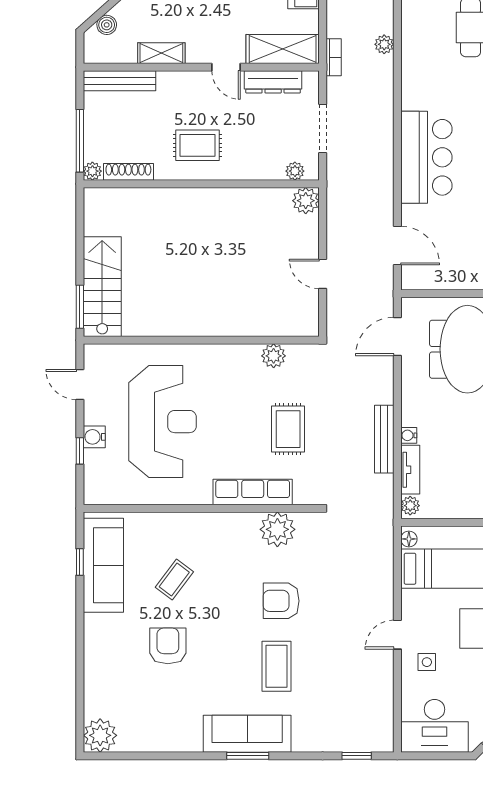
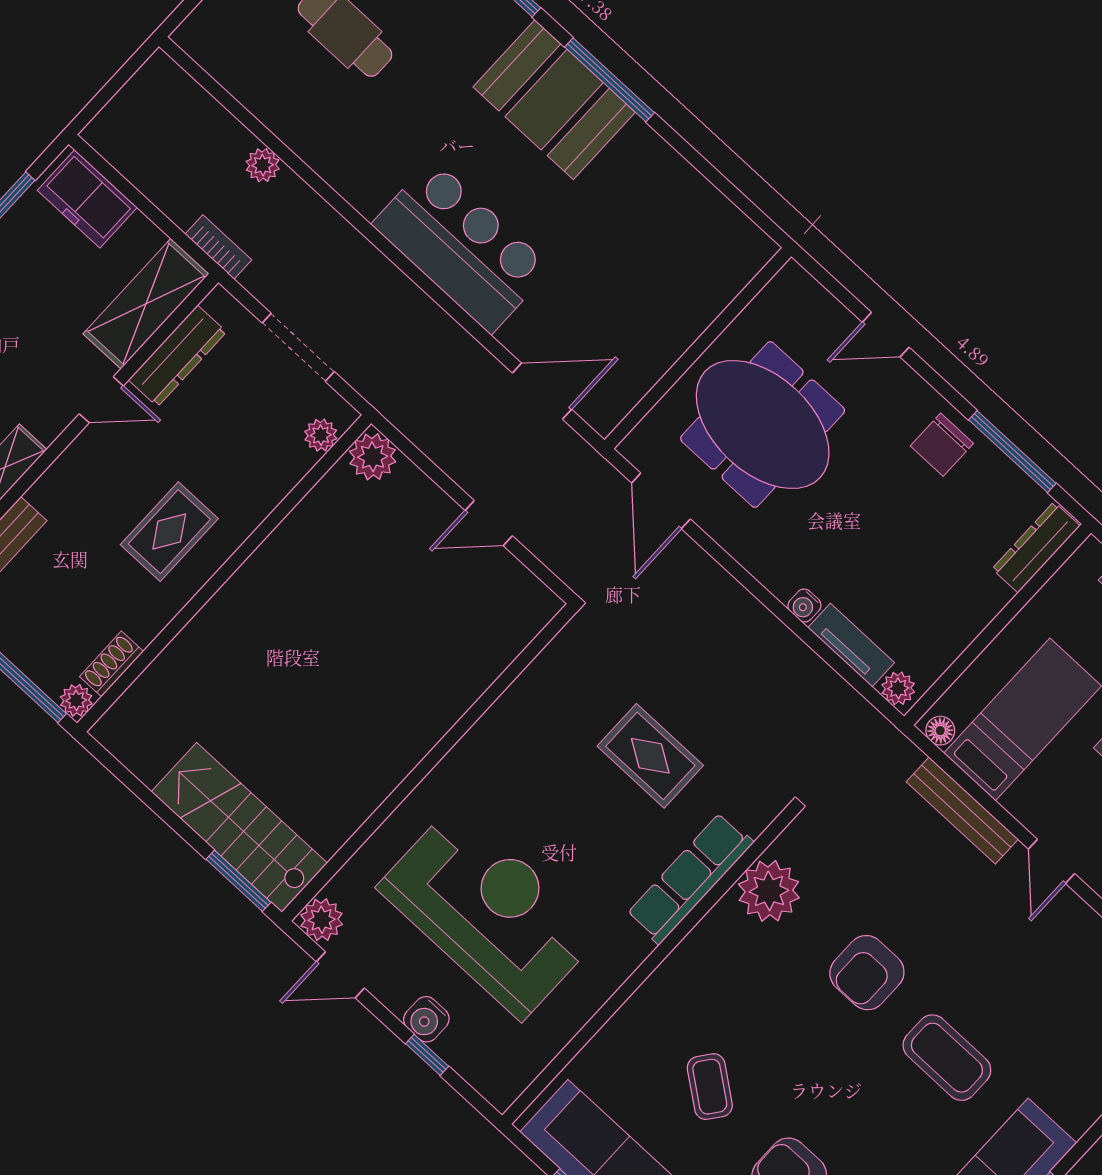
shoe rack: (128, 172) -> (112, 664), width x0.70
plant: (274, 356) -> (322, 920), moved
bench: (384, 439) -> (962, 810), moved

